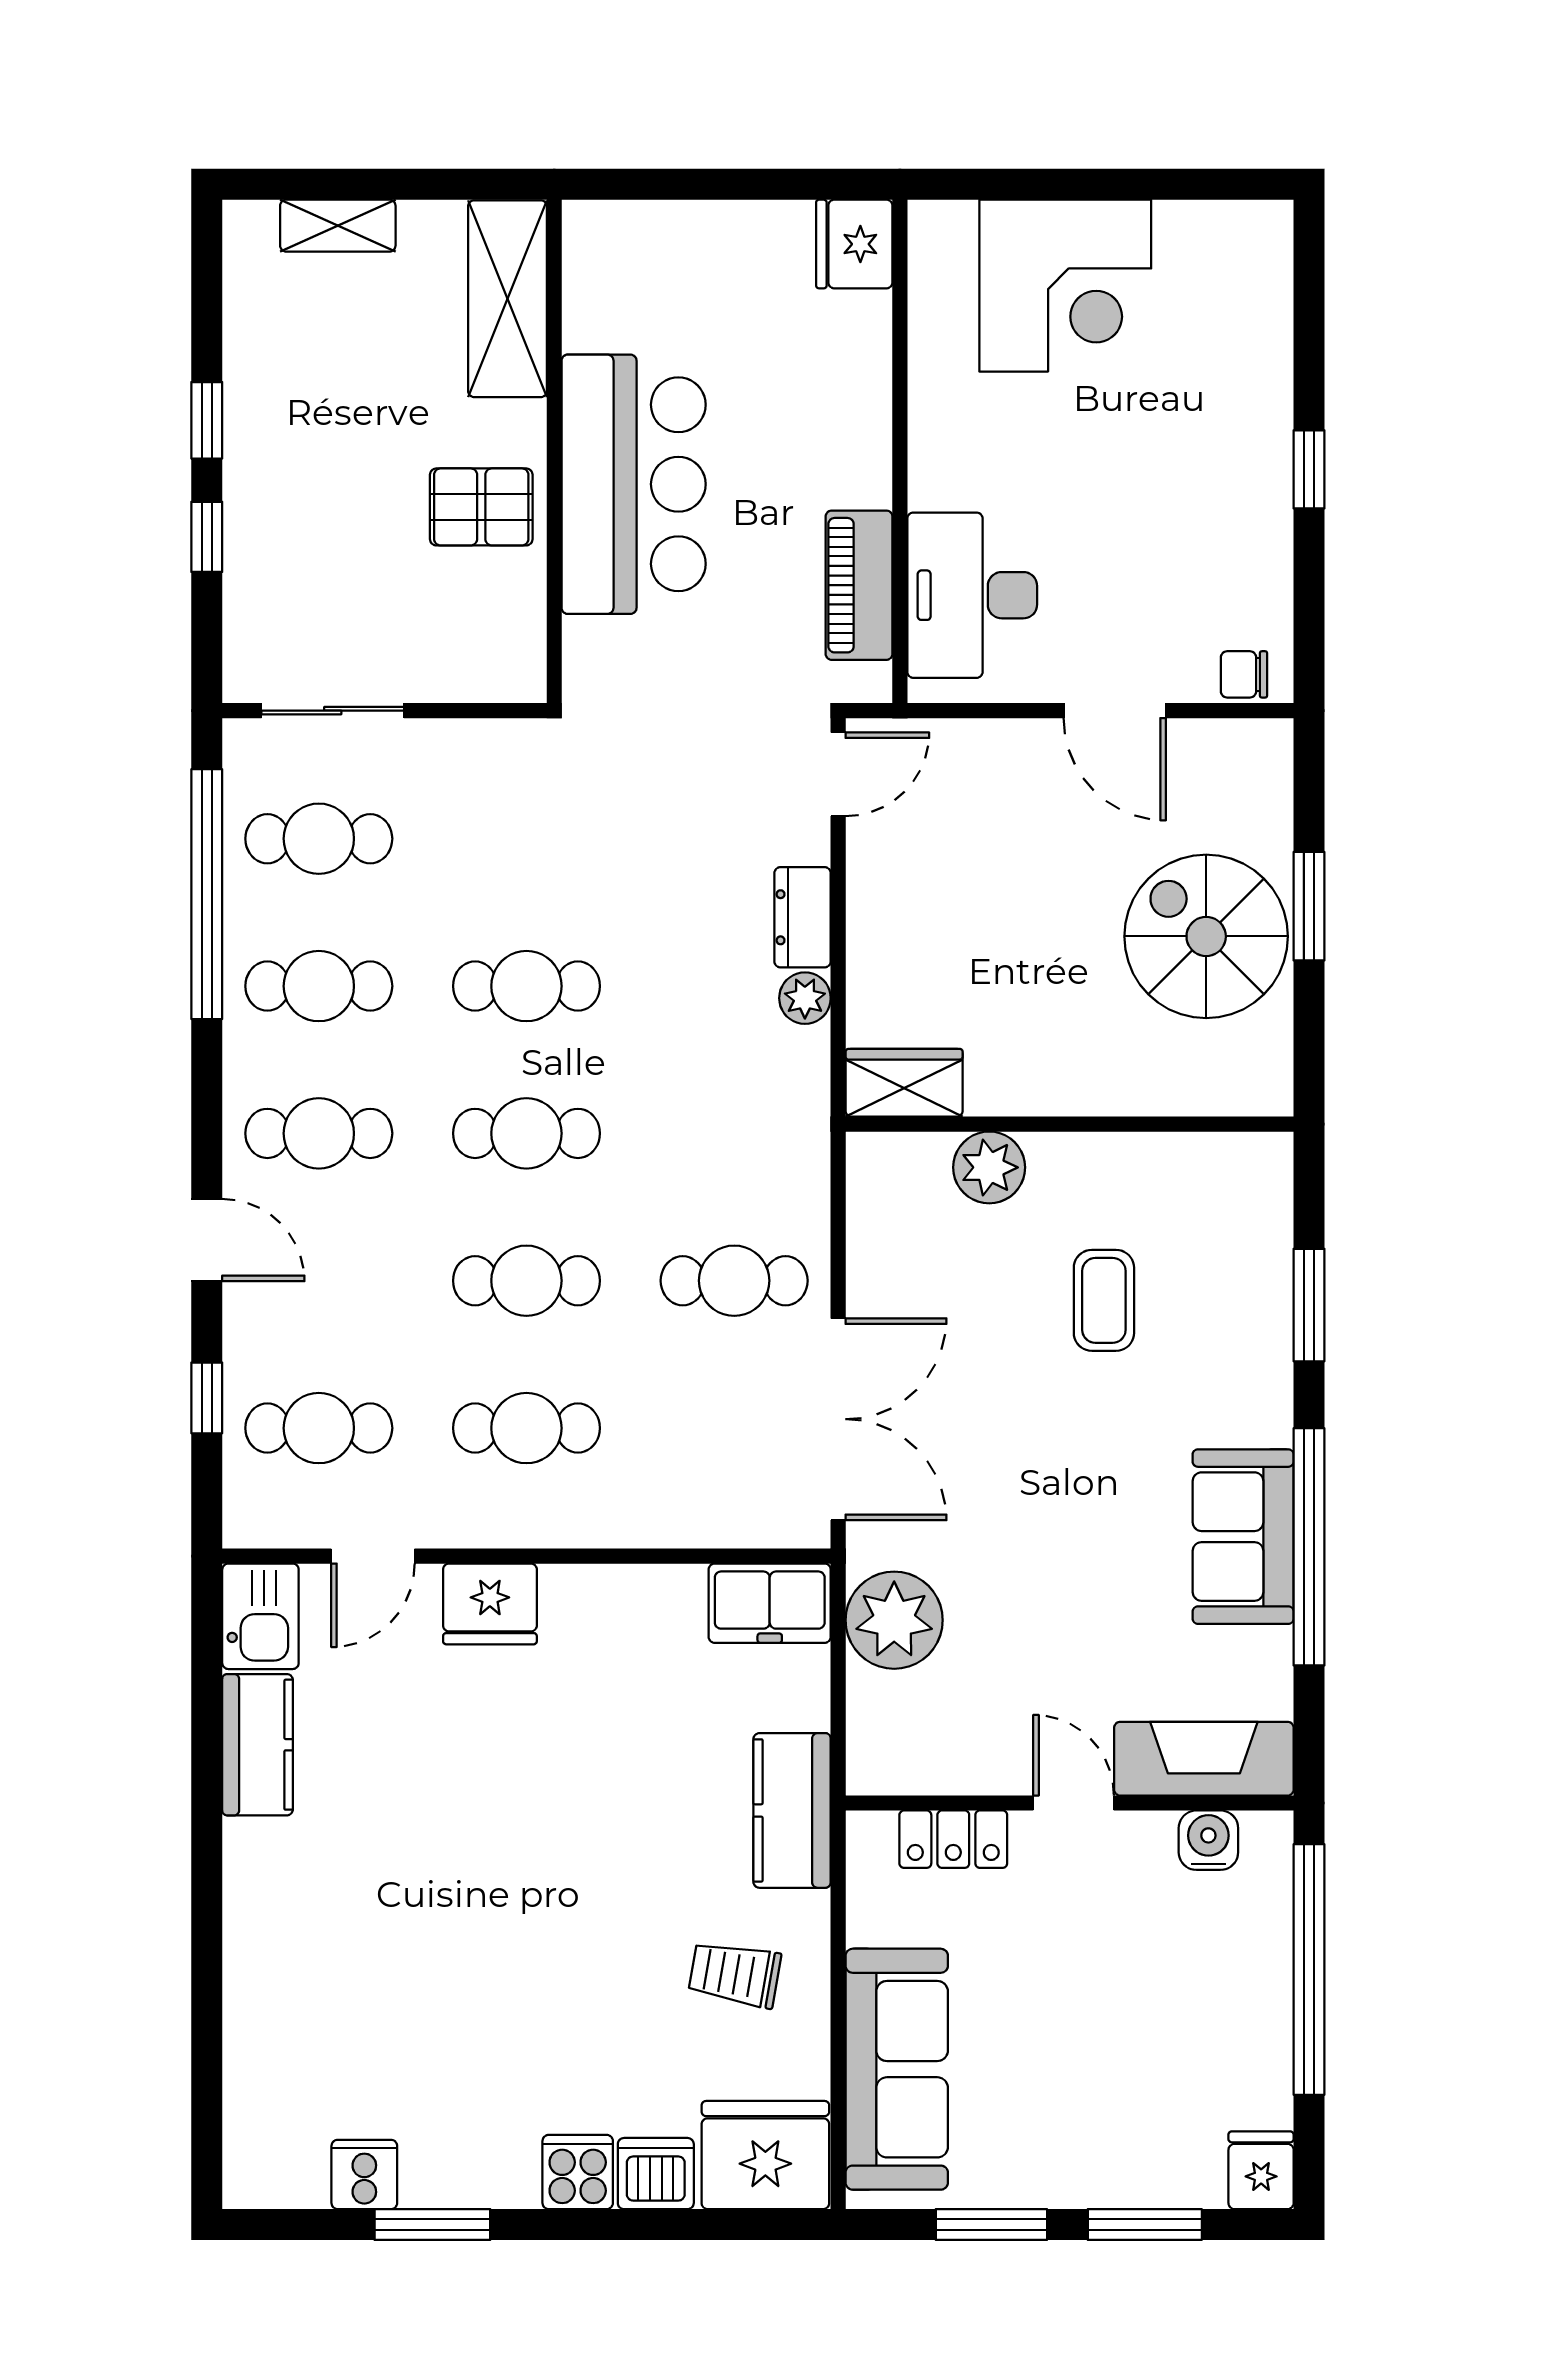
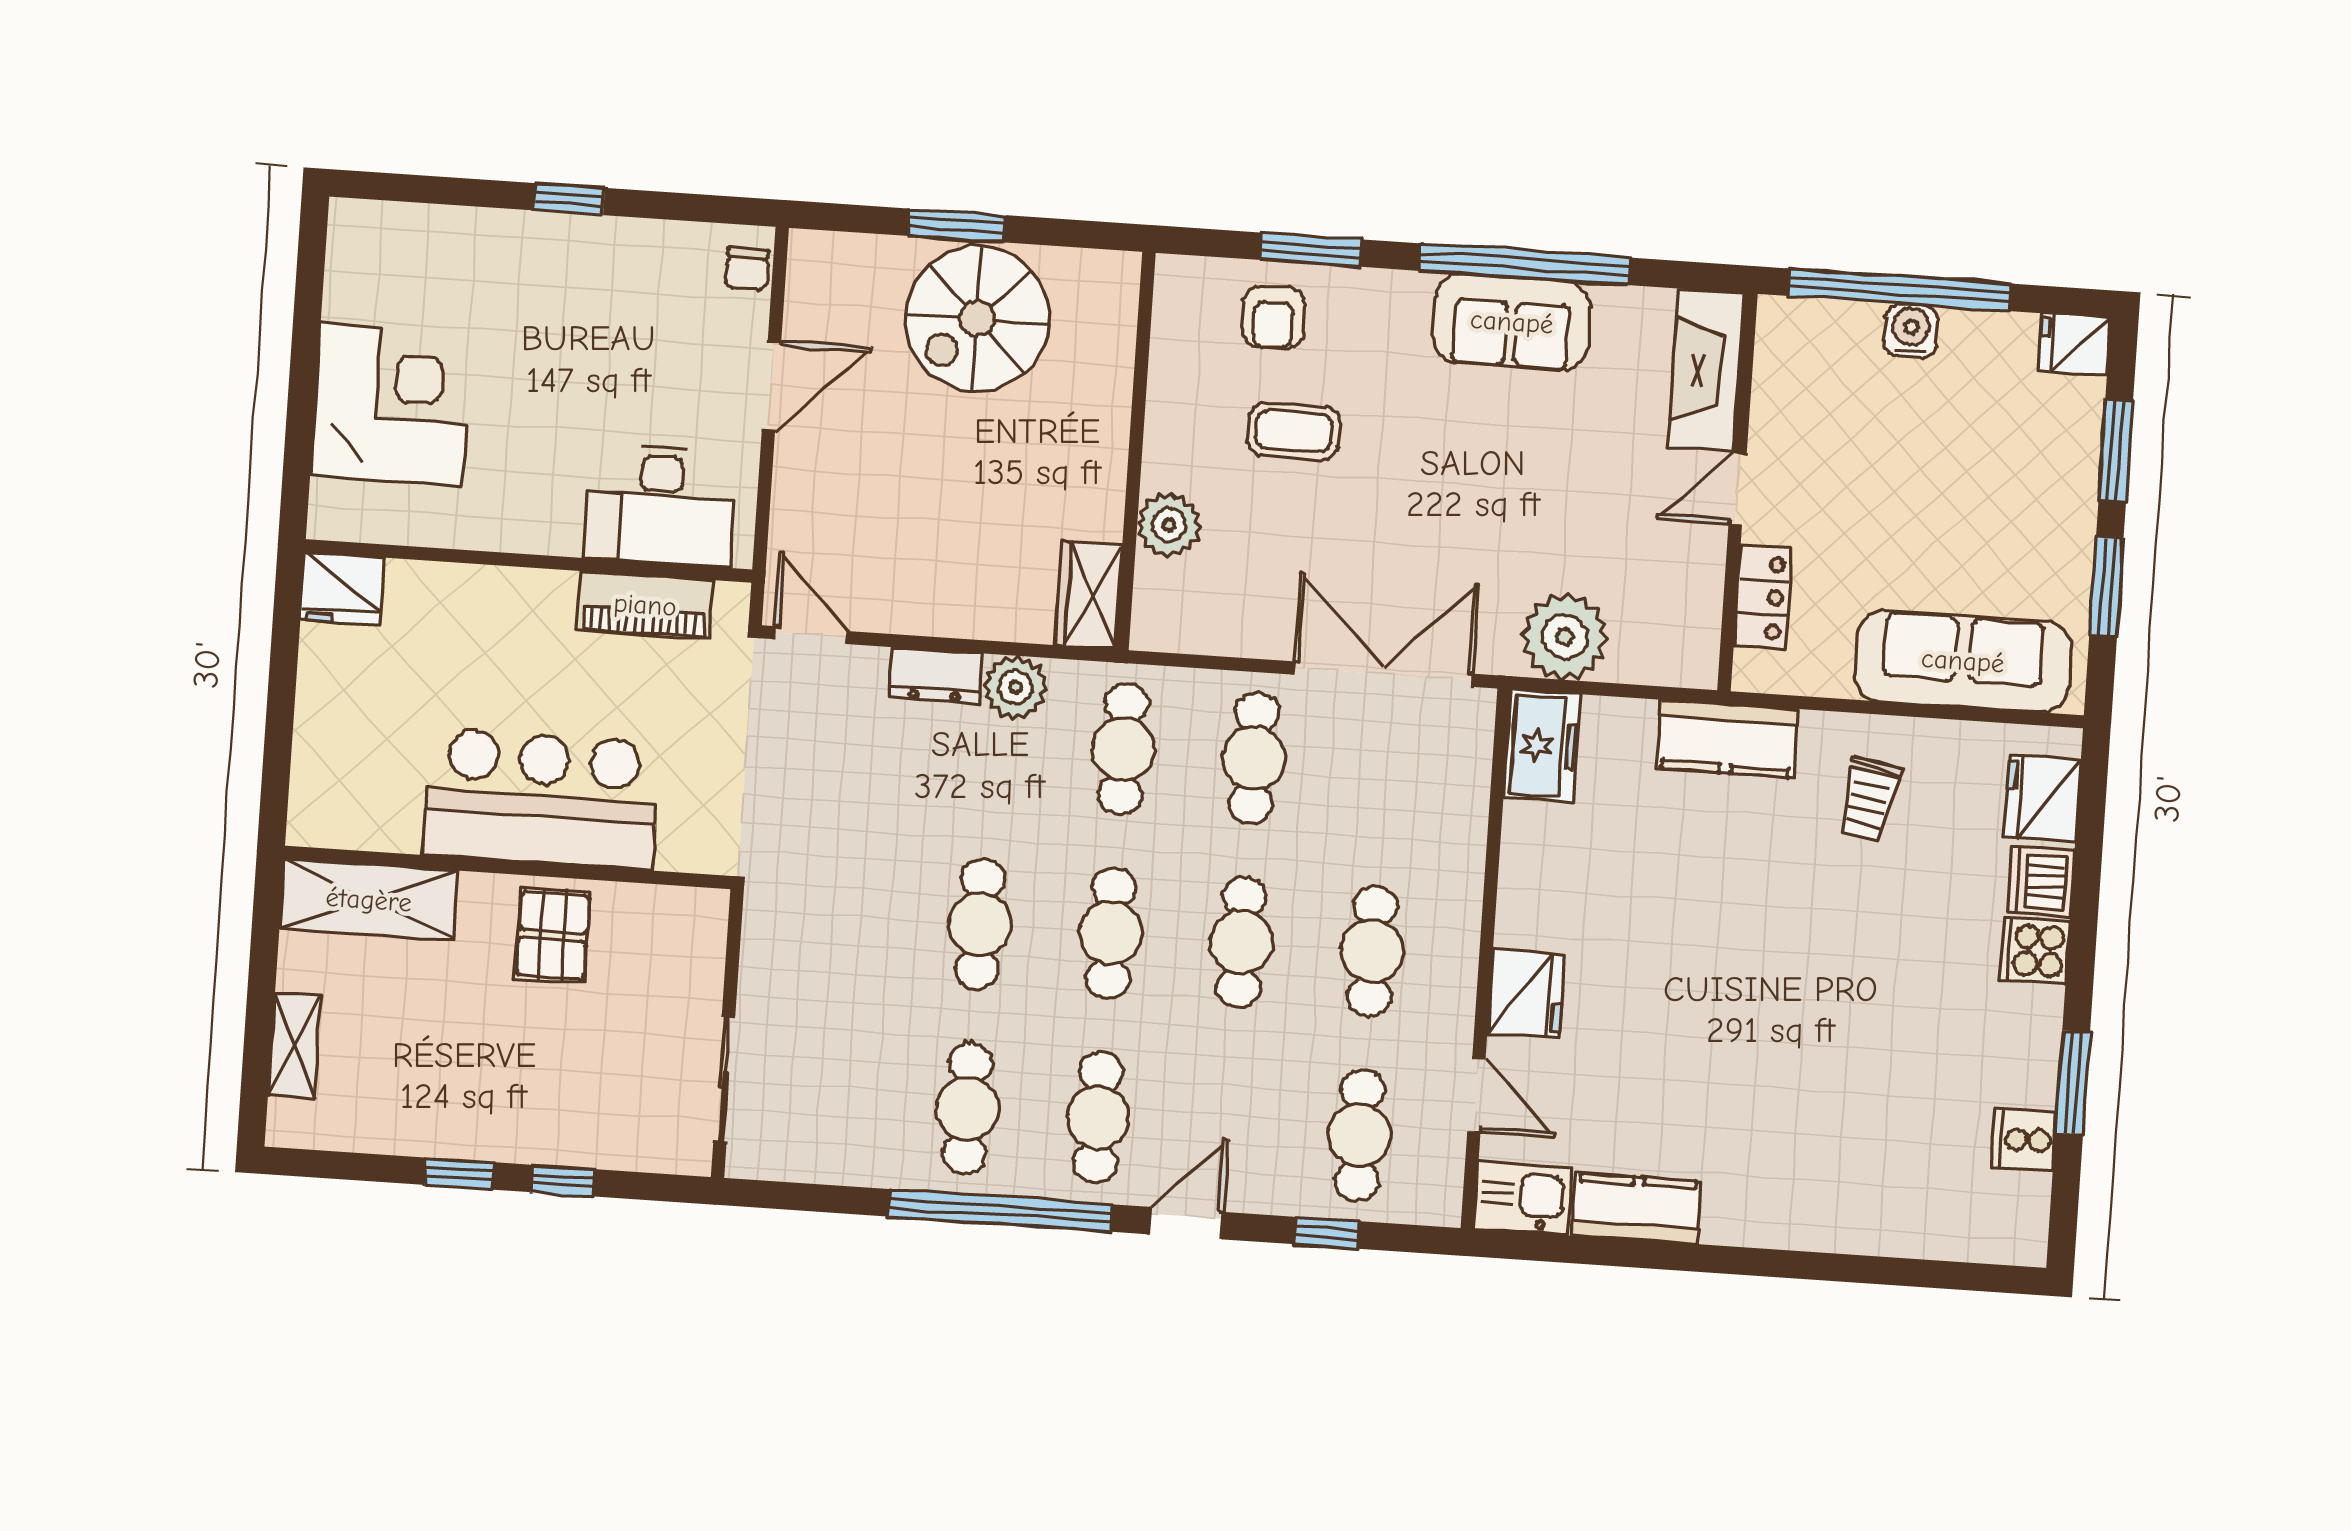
cafe table: (319, 839) -> (1123, 749), moved
window: (207, 894) -> (1000, 1210), moved
plant: (805, 998) -> (1016, 687), width x1.38, depth x1.38
armchair: (1230, 1269) -> (1274, 317), added
water cooler: (1208, 1840) -> (1911, 331), moved, turned 90
fridge: (765, 2155) -> (2042, 799), width x0.73, depth x0.75

